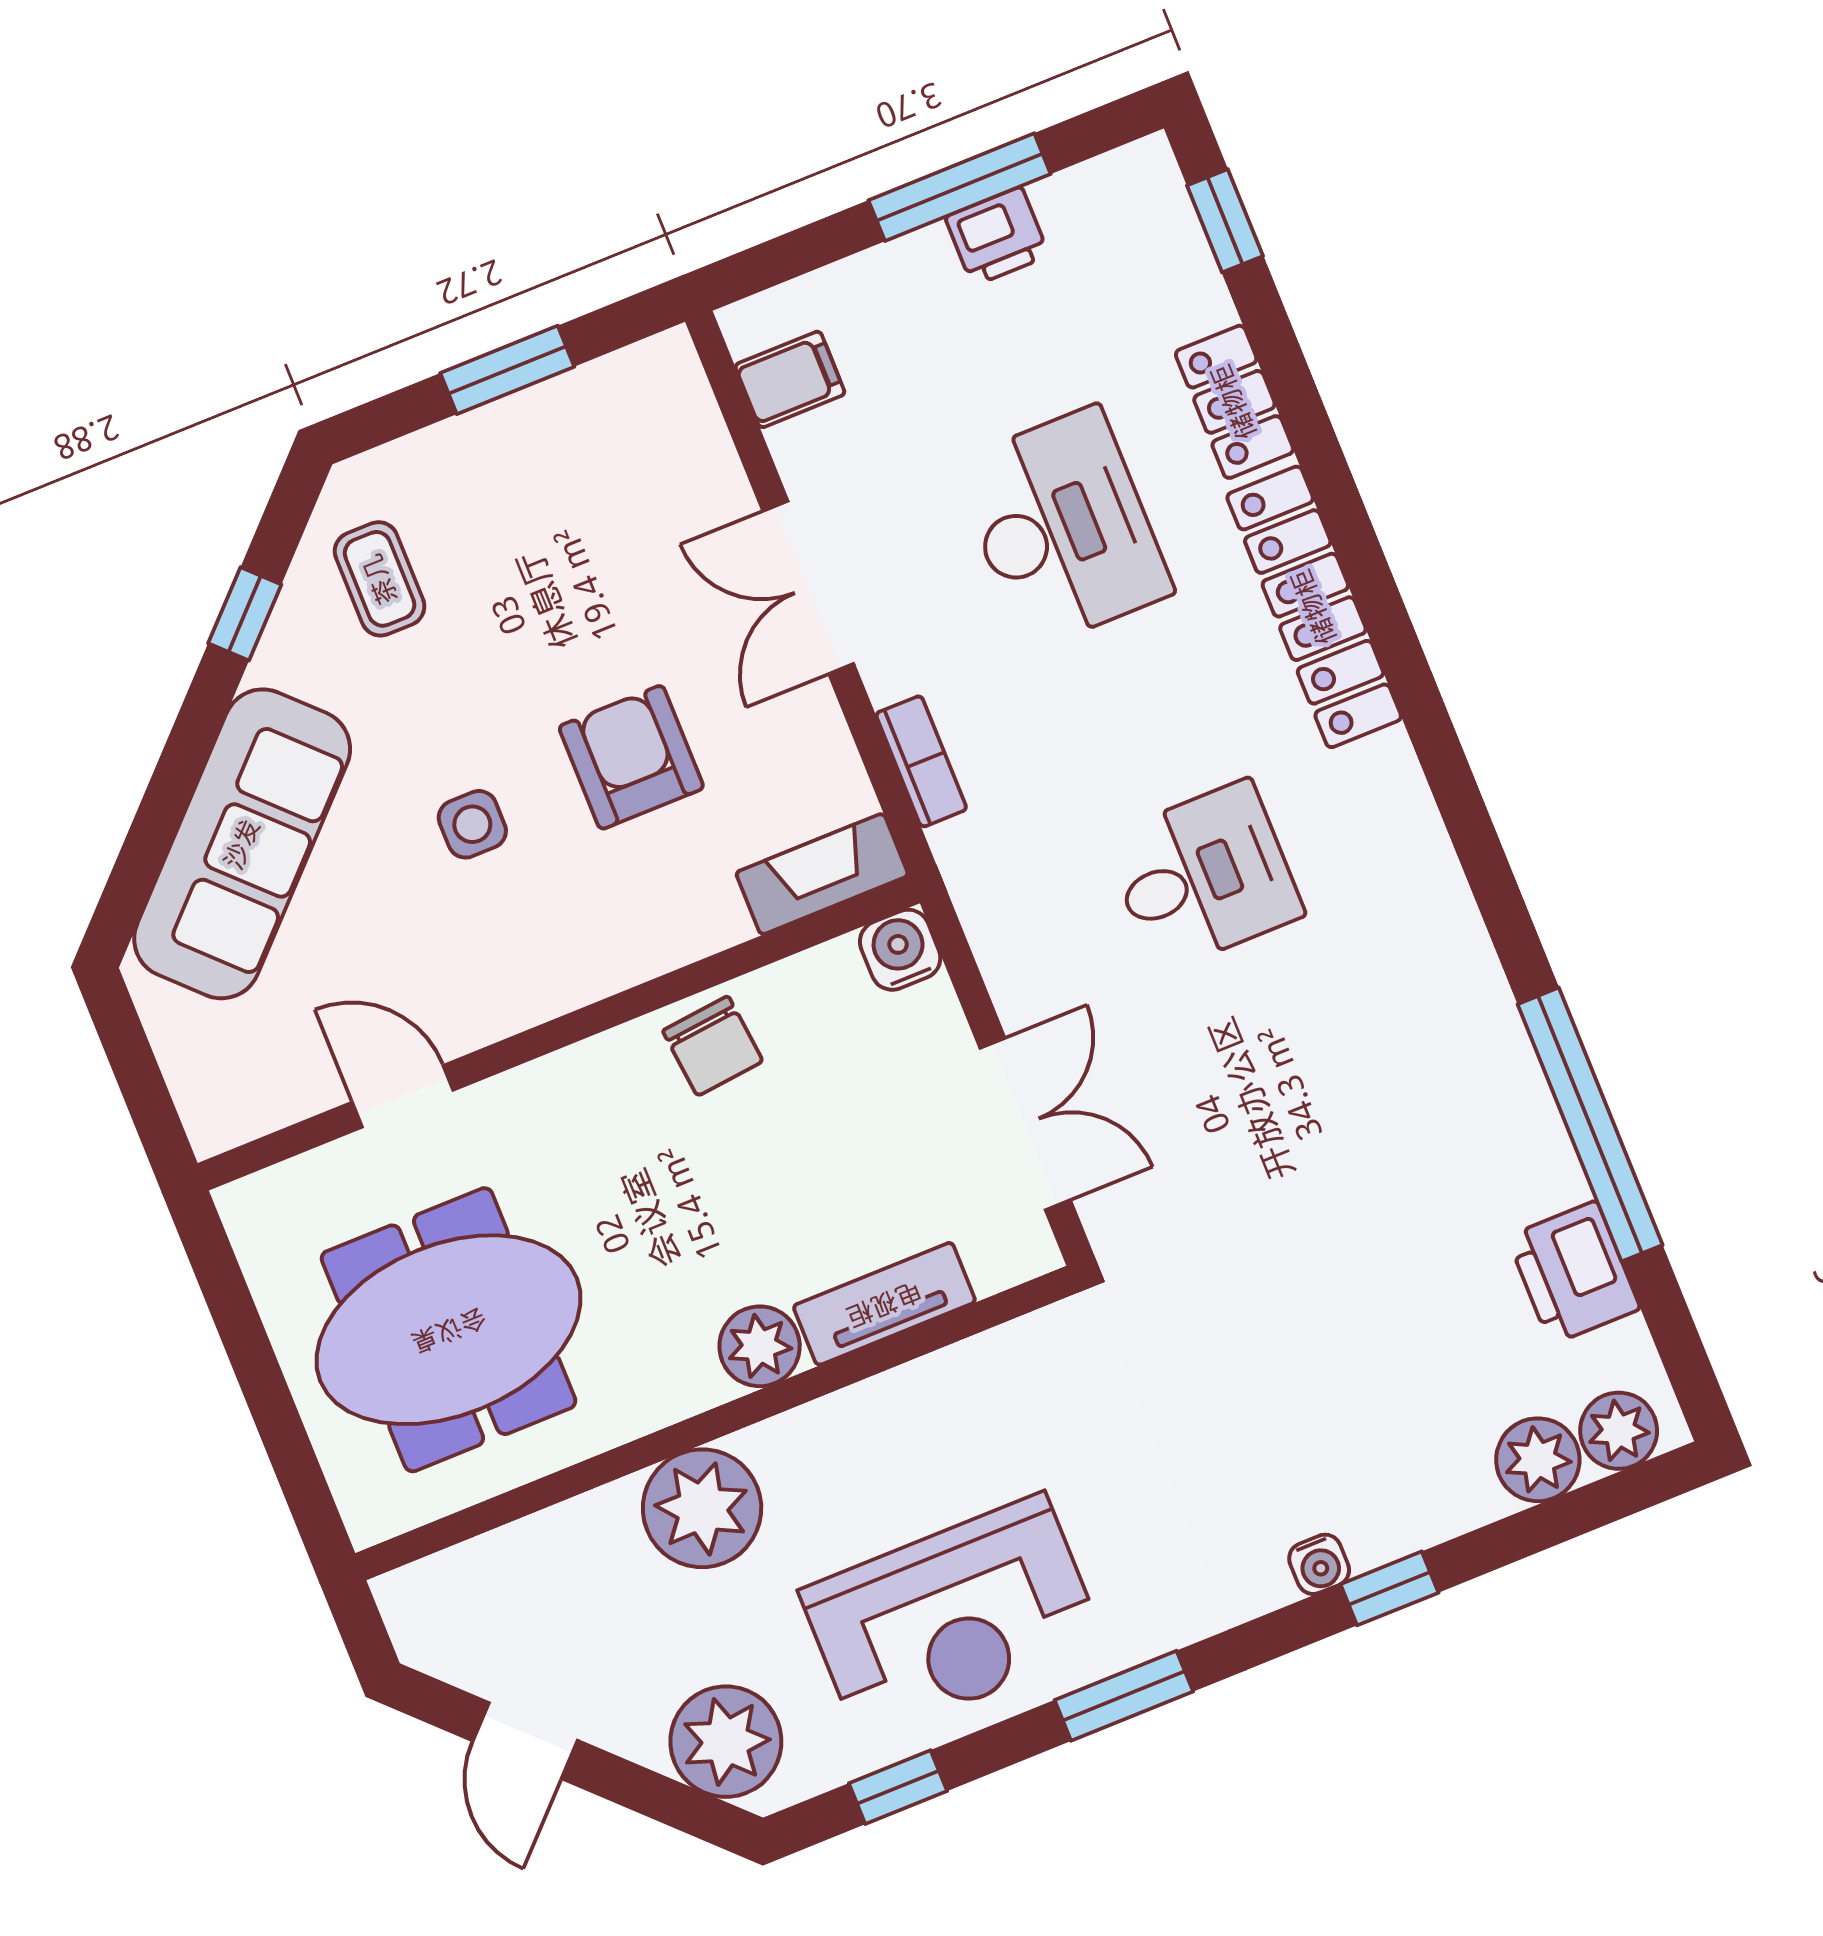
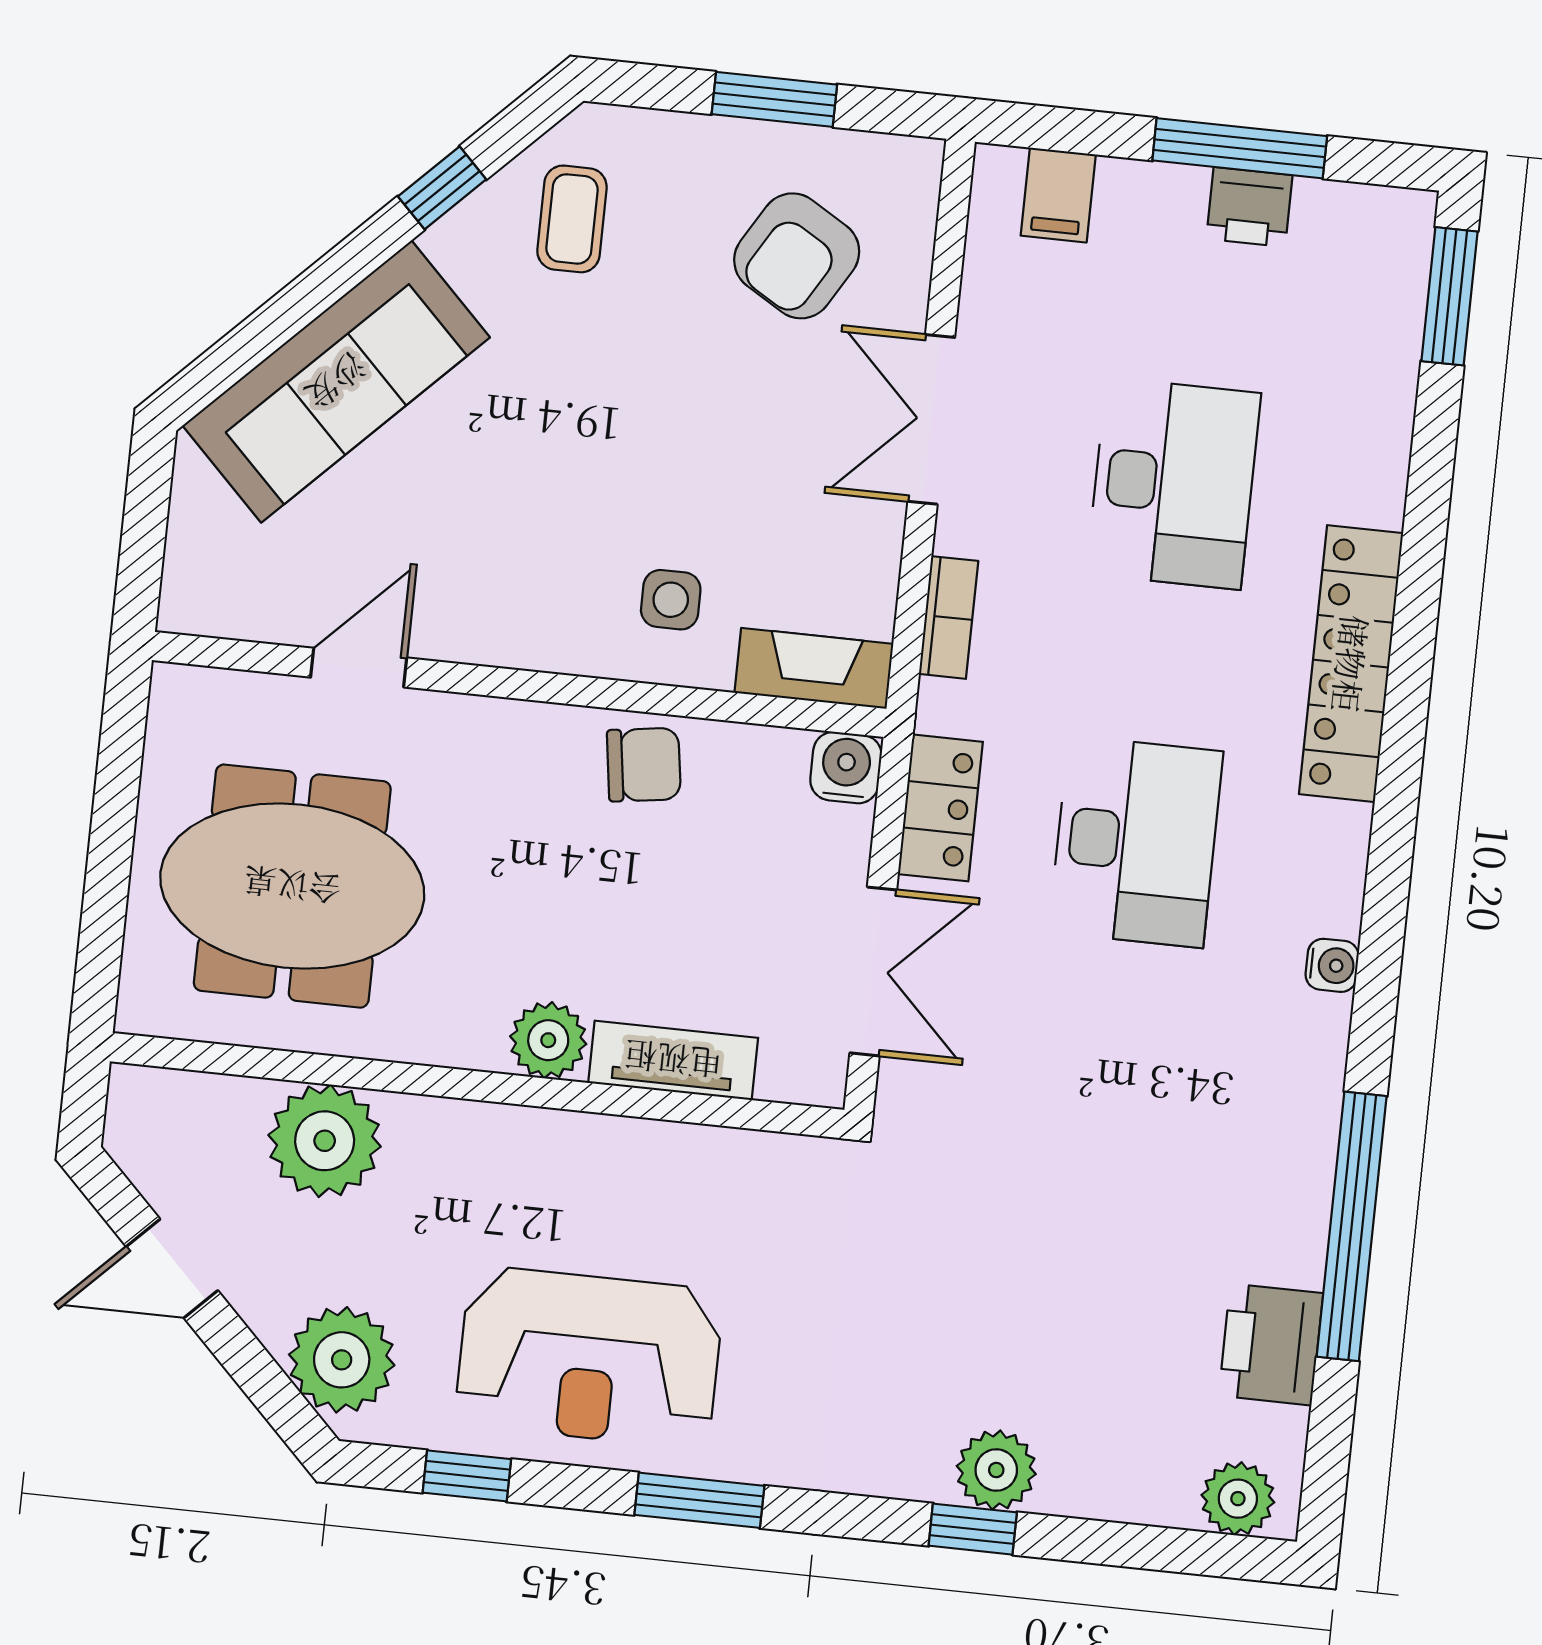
window: (1225, 221) -> (1449, 296), width x1.50
filing cabinet: (790, 379) -> (1058, 195), moved, turned 90
locker: (1234, 402) -> (940, 808), moved, turned 180
armchair: (631, 757) -> (797, 256), moved, turned -149
side table: (472, 824) -> (671, 600), moved
desk: (1203, 876) -> (1136, 842), width x1.37
chair: (713, 1046) -> (644, 765), turned -92
door: (403, 1096) -> (359, 668), hinge flipped
plant: (1538, 1460) -> (996, 1470), moved
plant: (702, 1508) -> (325, 1141), moved
water cooler: (1319, 1564) -> (1332, 965), moved, turned -90
door: (525, 1741) -> (172, 1269), hinge flipped

